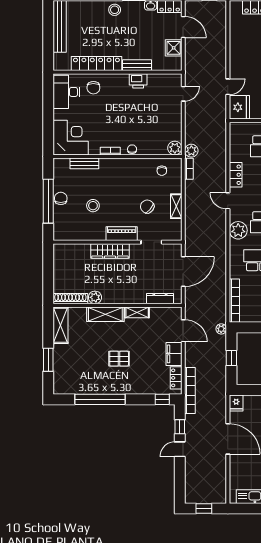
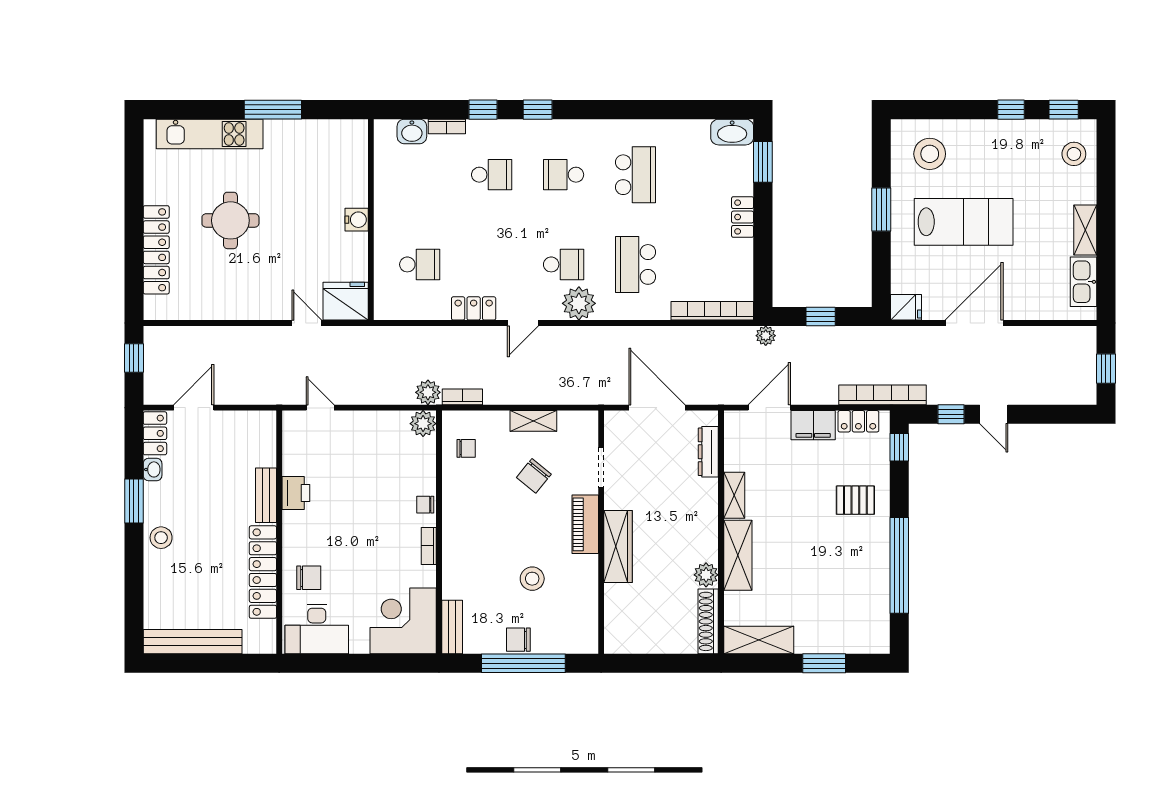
shower: (174, 48) -> (233, 426), removed
bench: (84, 163) -> (452, 627), moved
pallet: (119, 359) -> (855, 500), moved, turned 90

